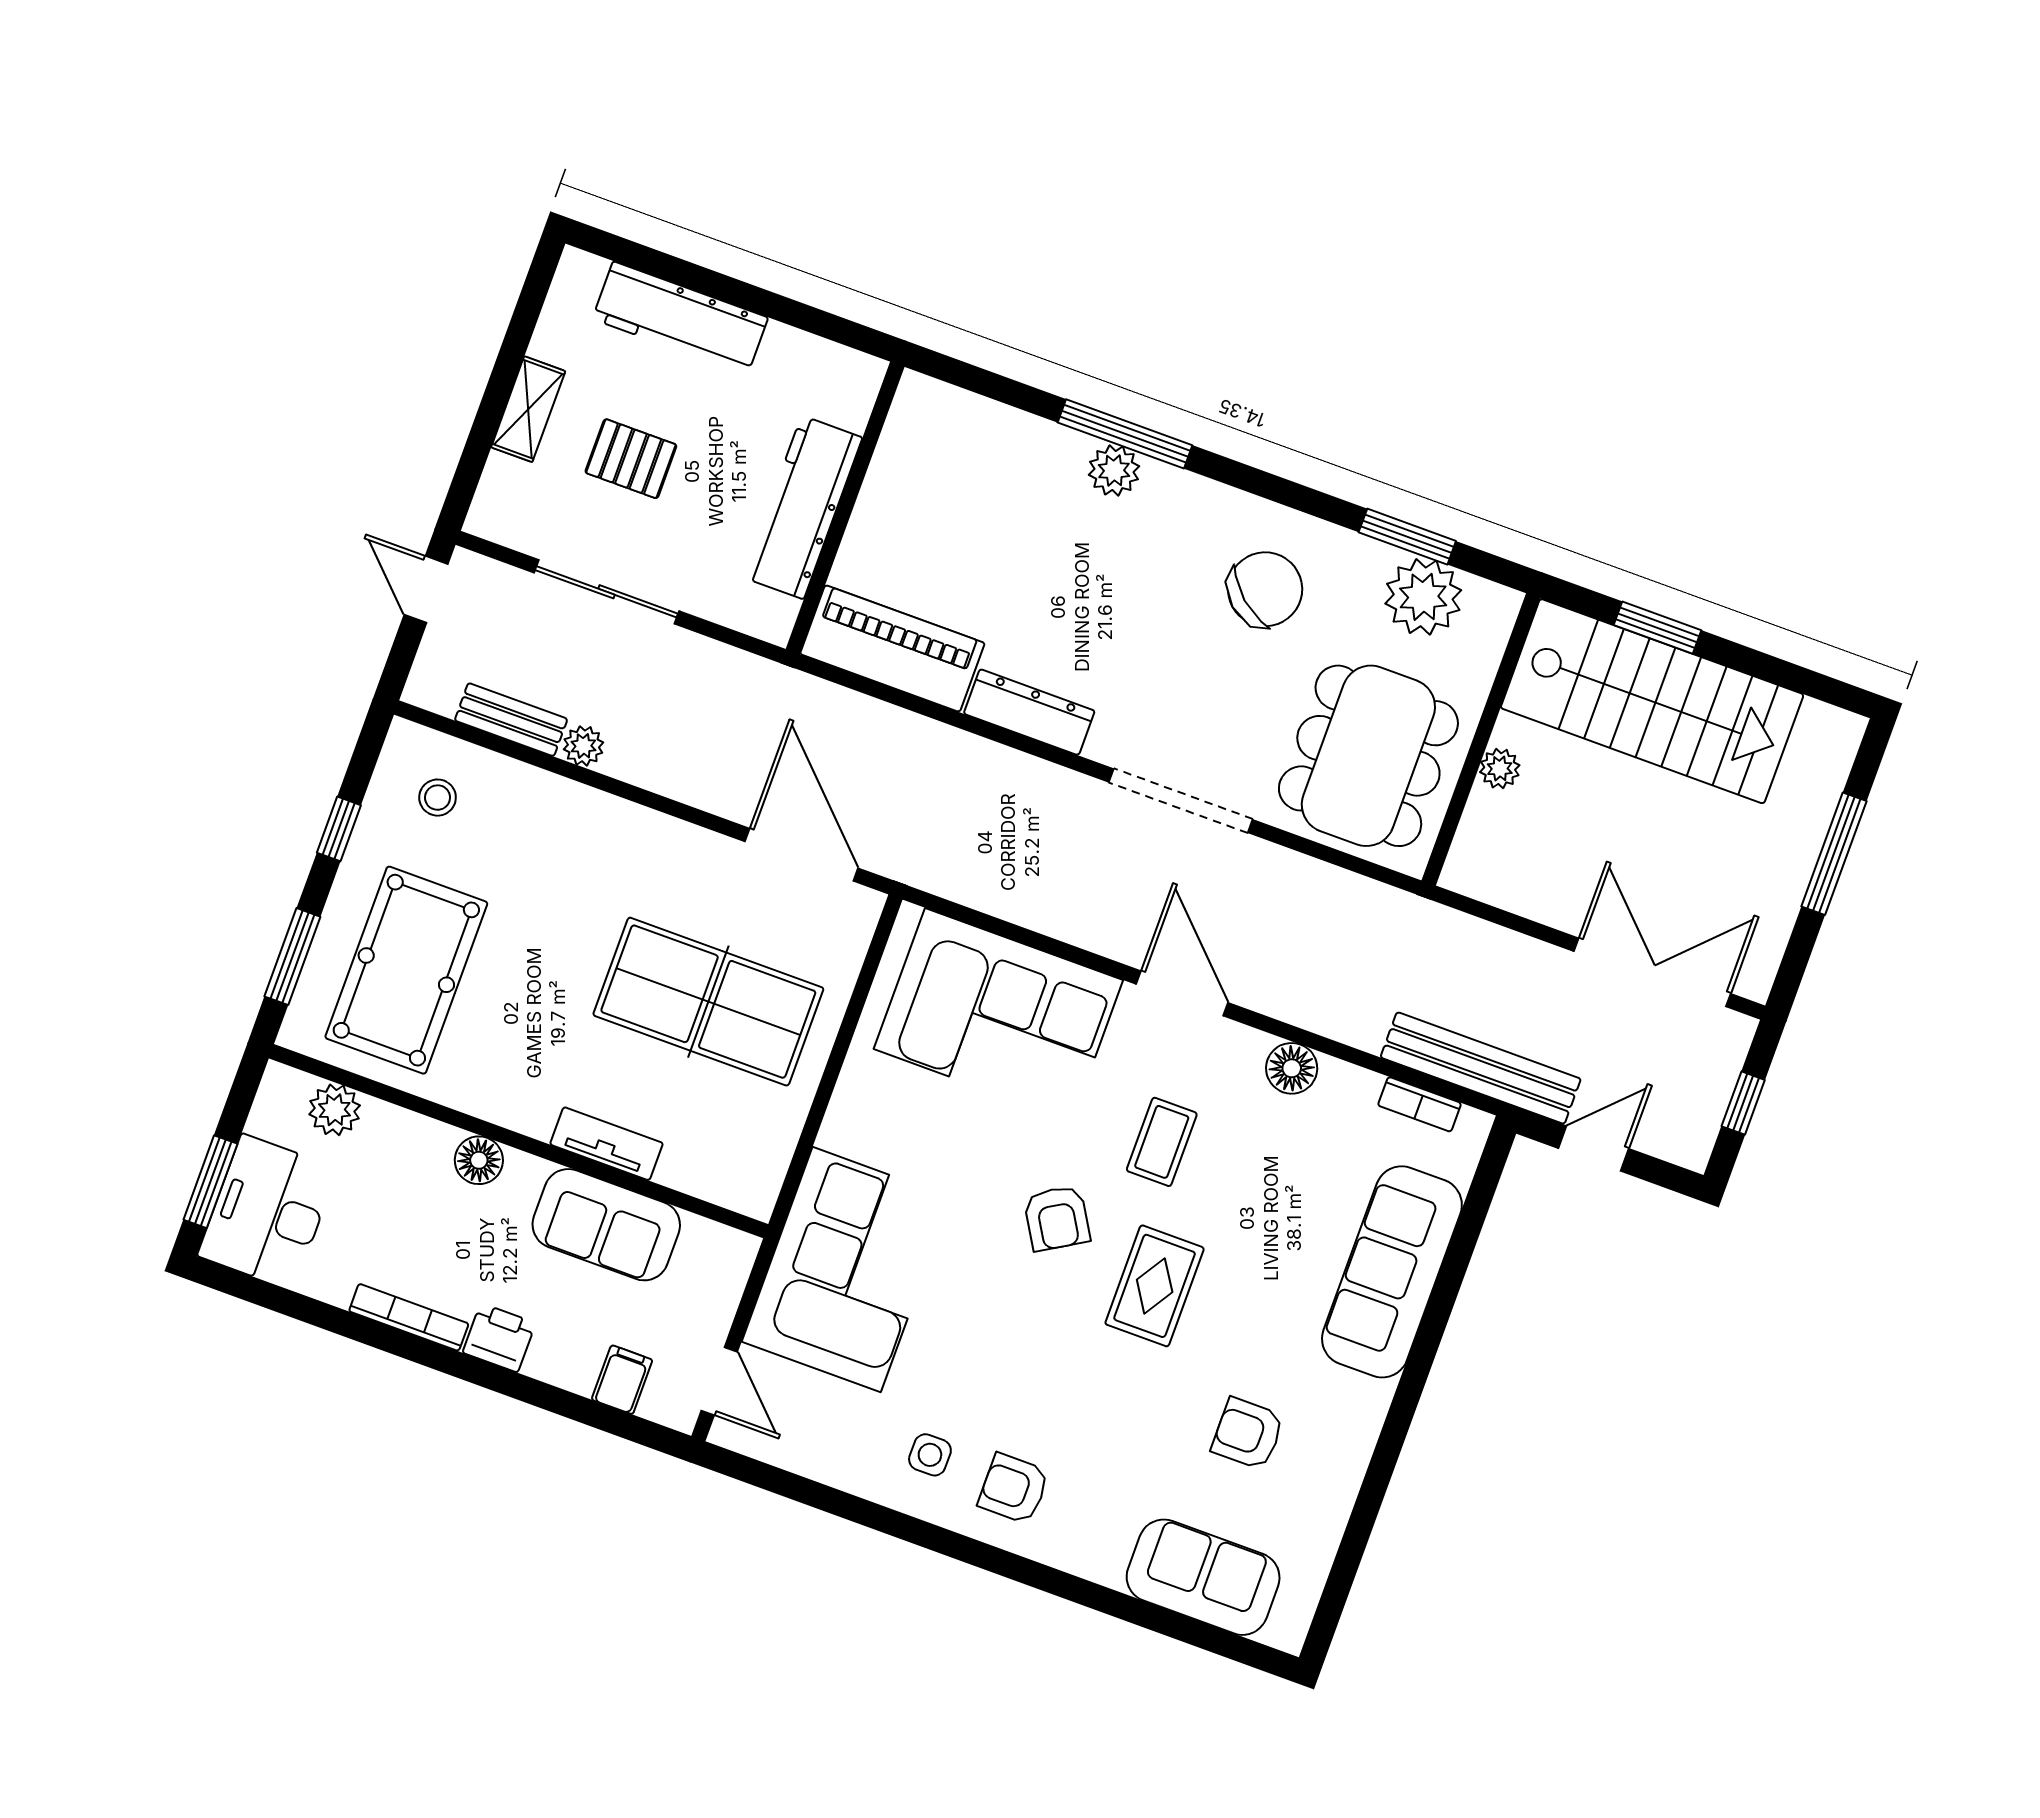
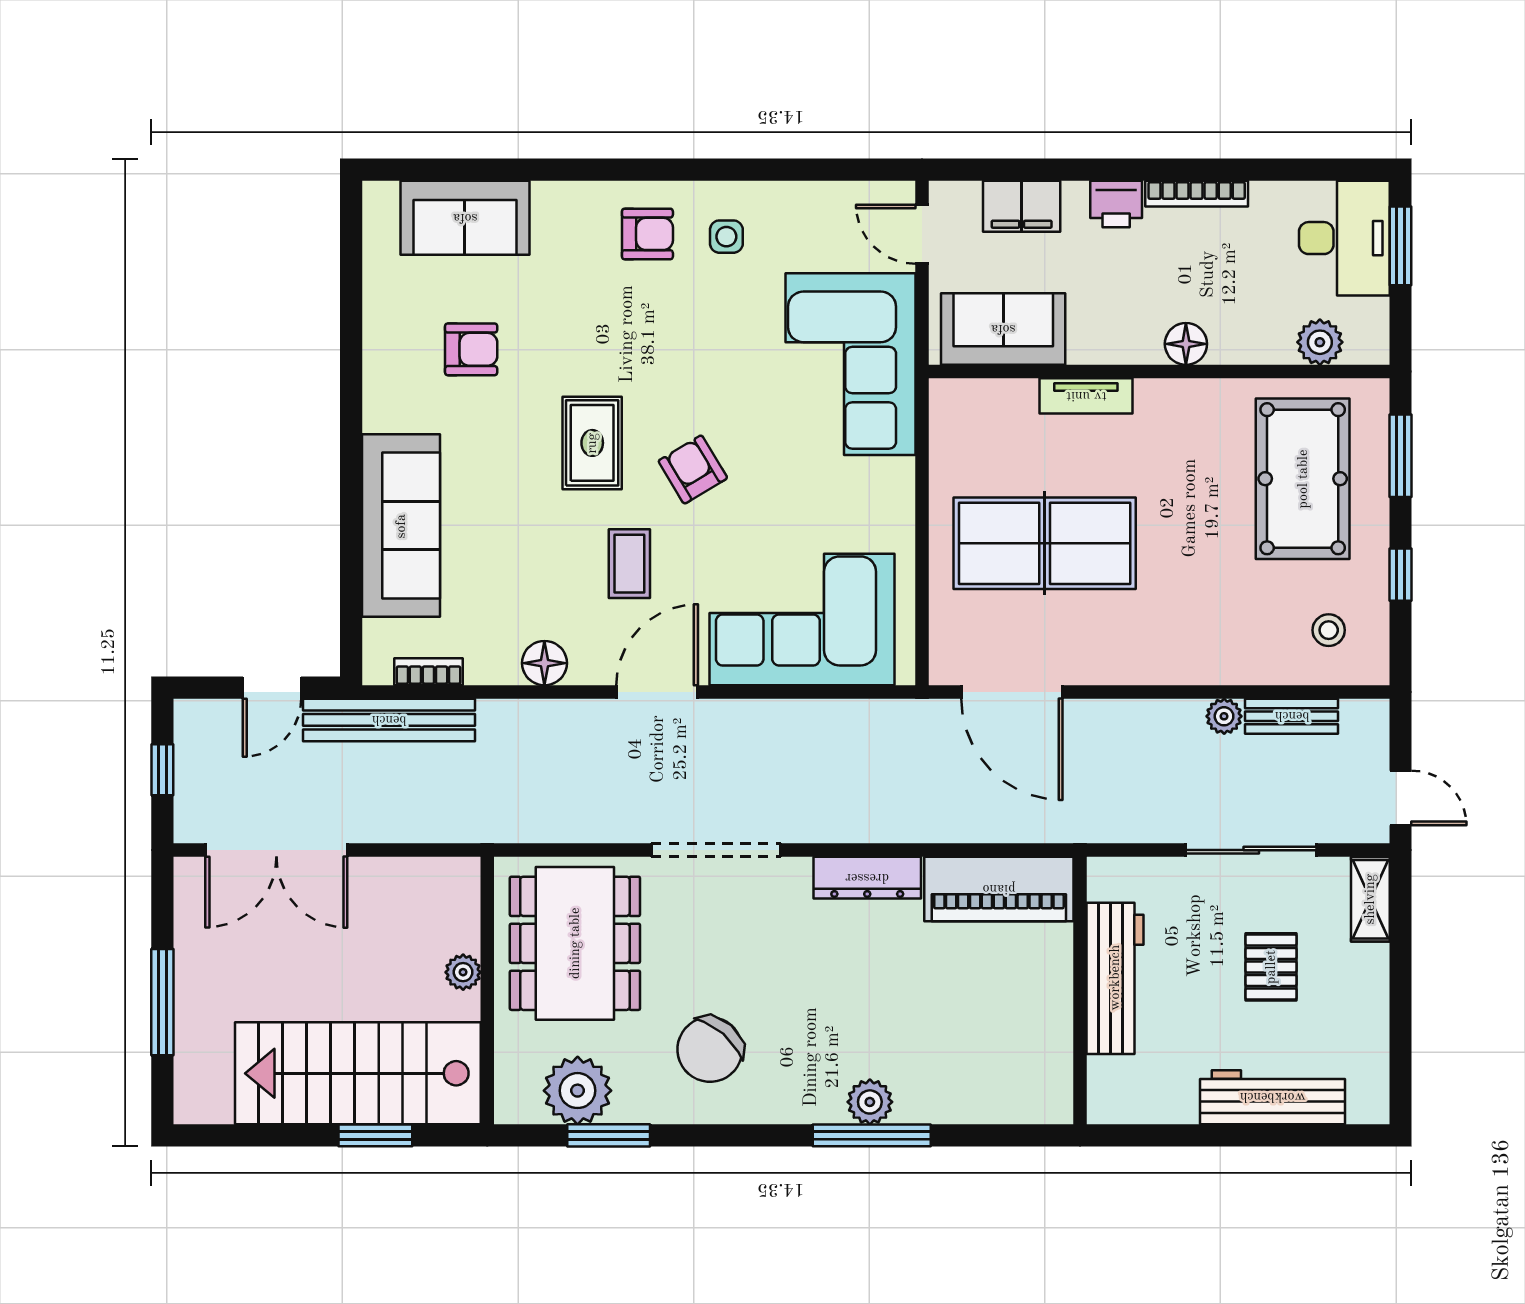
shelving: (528, 409) -> (1370, 899), moved
pallet: (631, 459) -> (1271, 967), turned 90
door: (1182, 993) -> (657, 692), swing flipped
sofa: (606, 1225) -> (1003, 329), moved
filing cabinet: (622, 1380) -> (1022, 206), width x2.00

